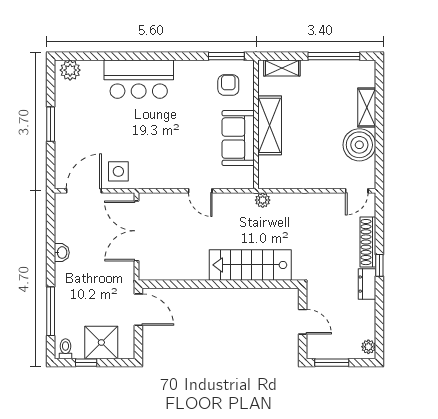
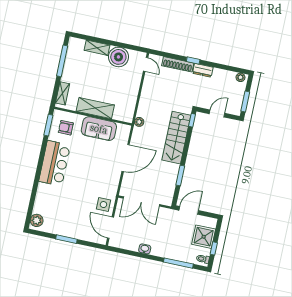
bar counter: (139, 79) -> (55, 163), moved
door: (200, 191) -> (126, 158), width x1.88
window: (191, 284) -> (180, 175), added
window: (283, 284) -> (192, 120), added

